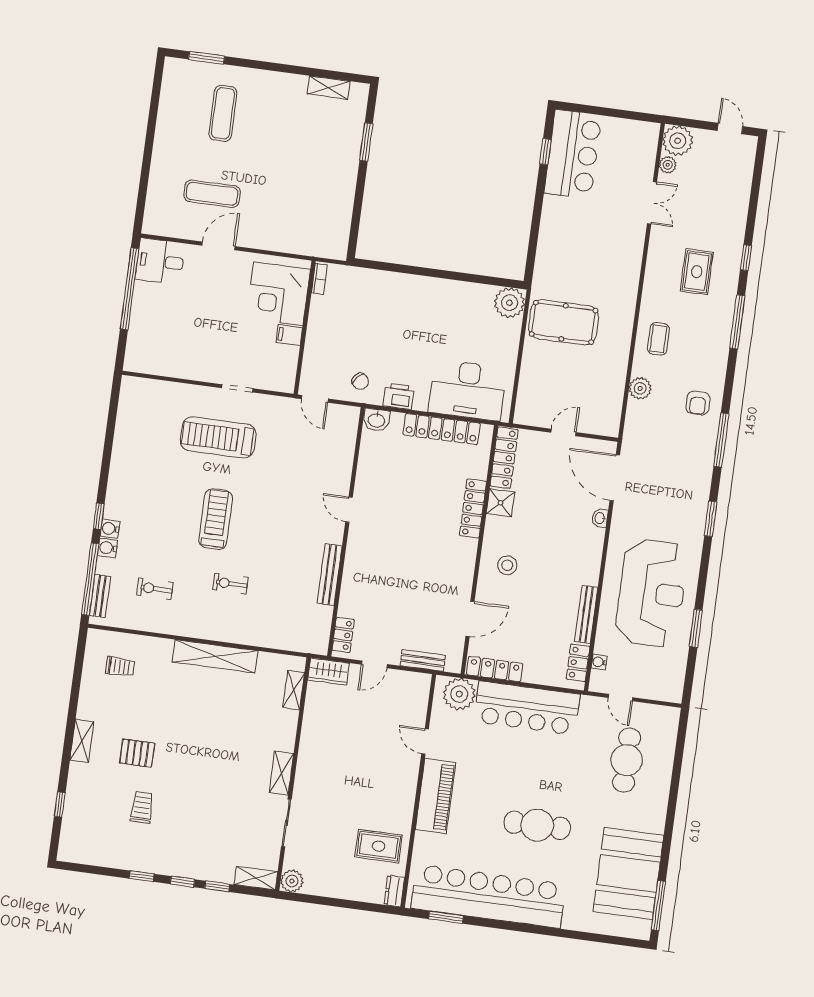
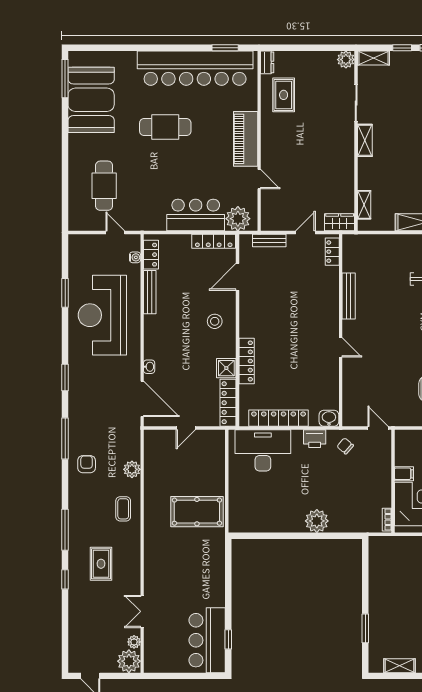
plant: (510, 303) -> (317, 521), moved
bar counter: (527, 708) -> (196, 215), width x0.73
rug: (379, 846) -> (284, 95), turned 90

